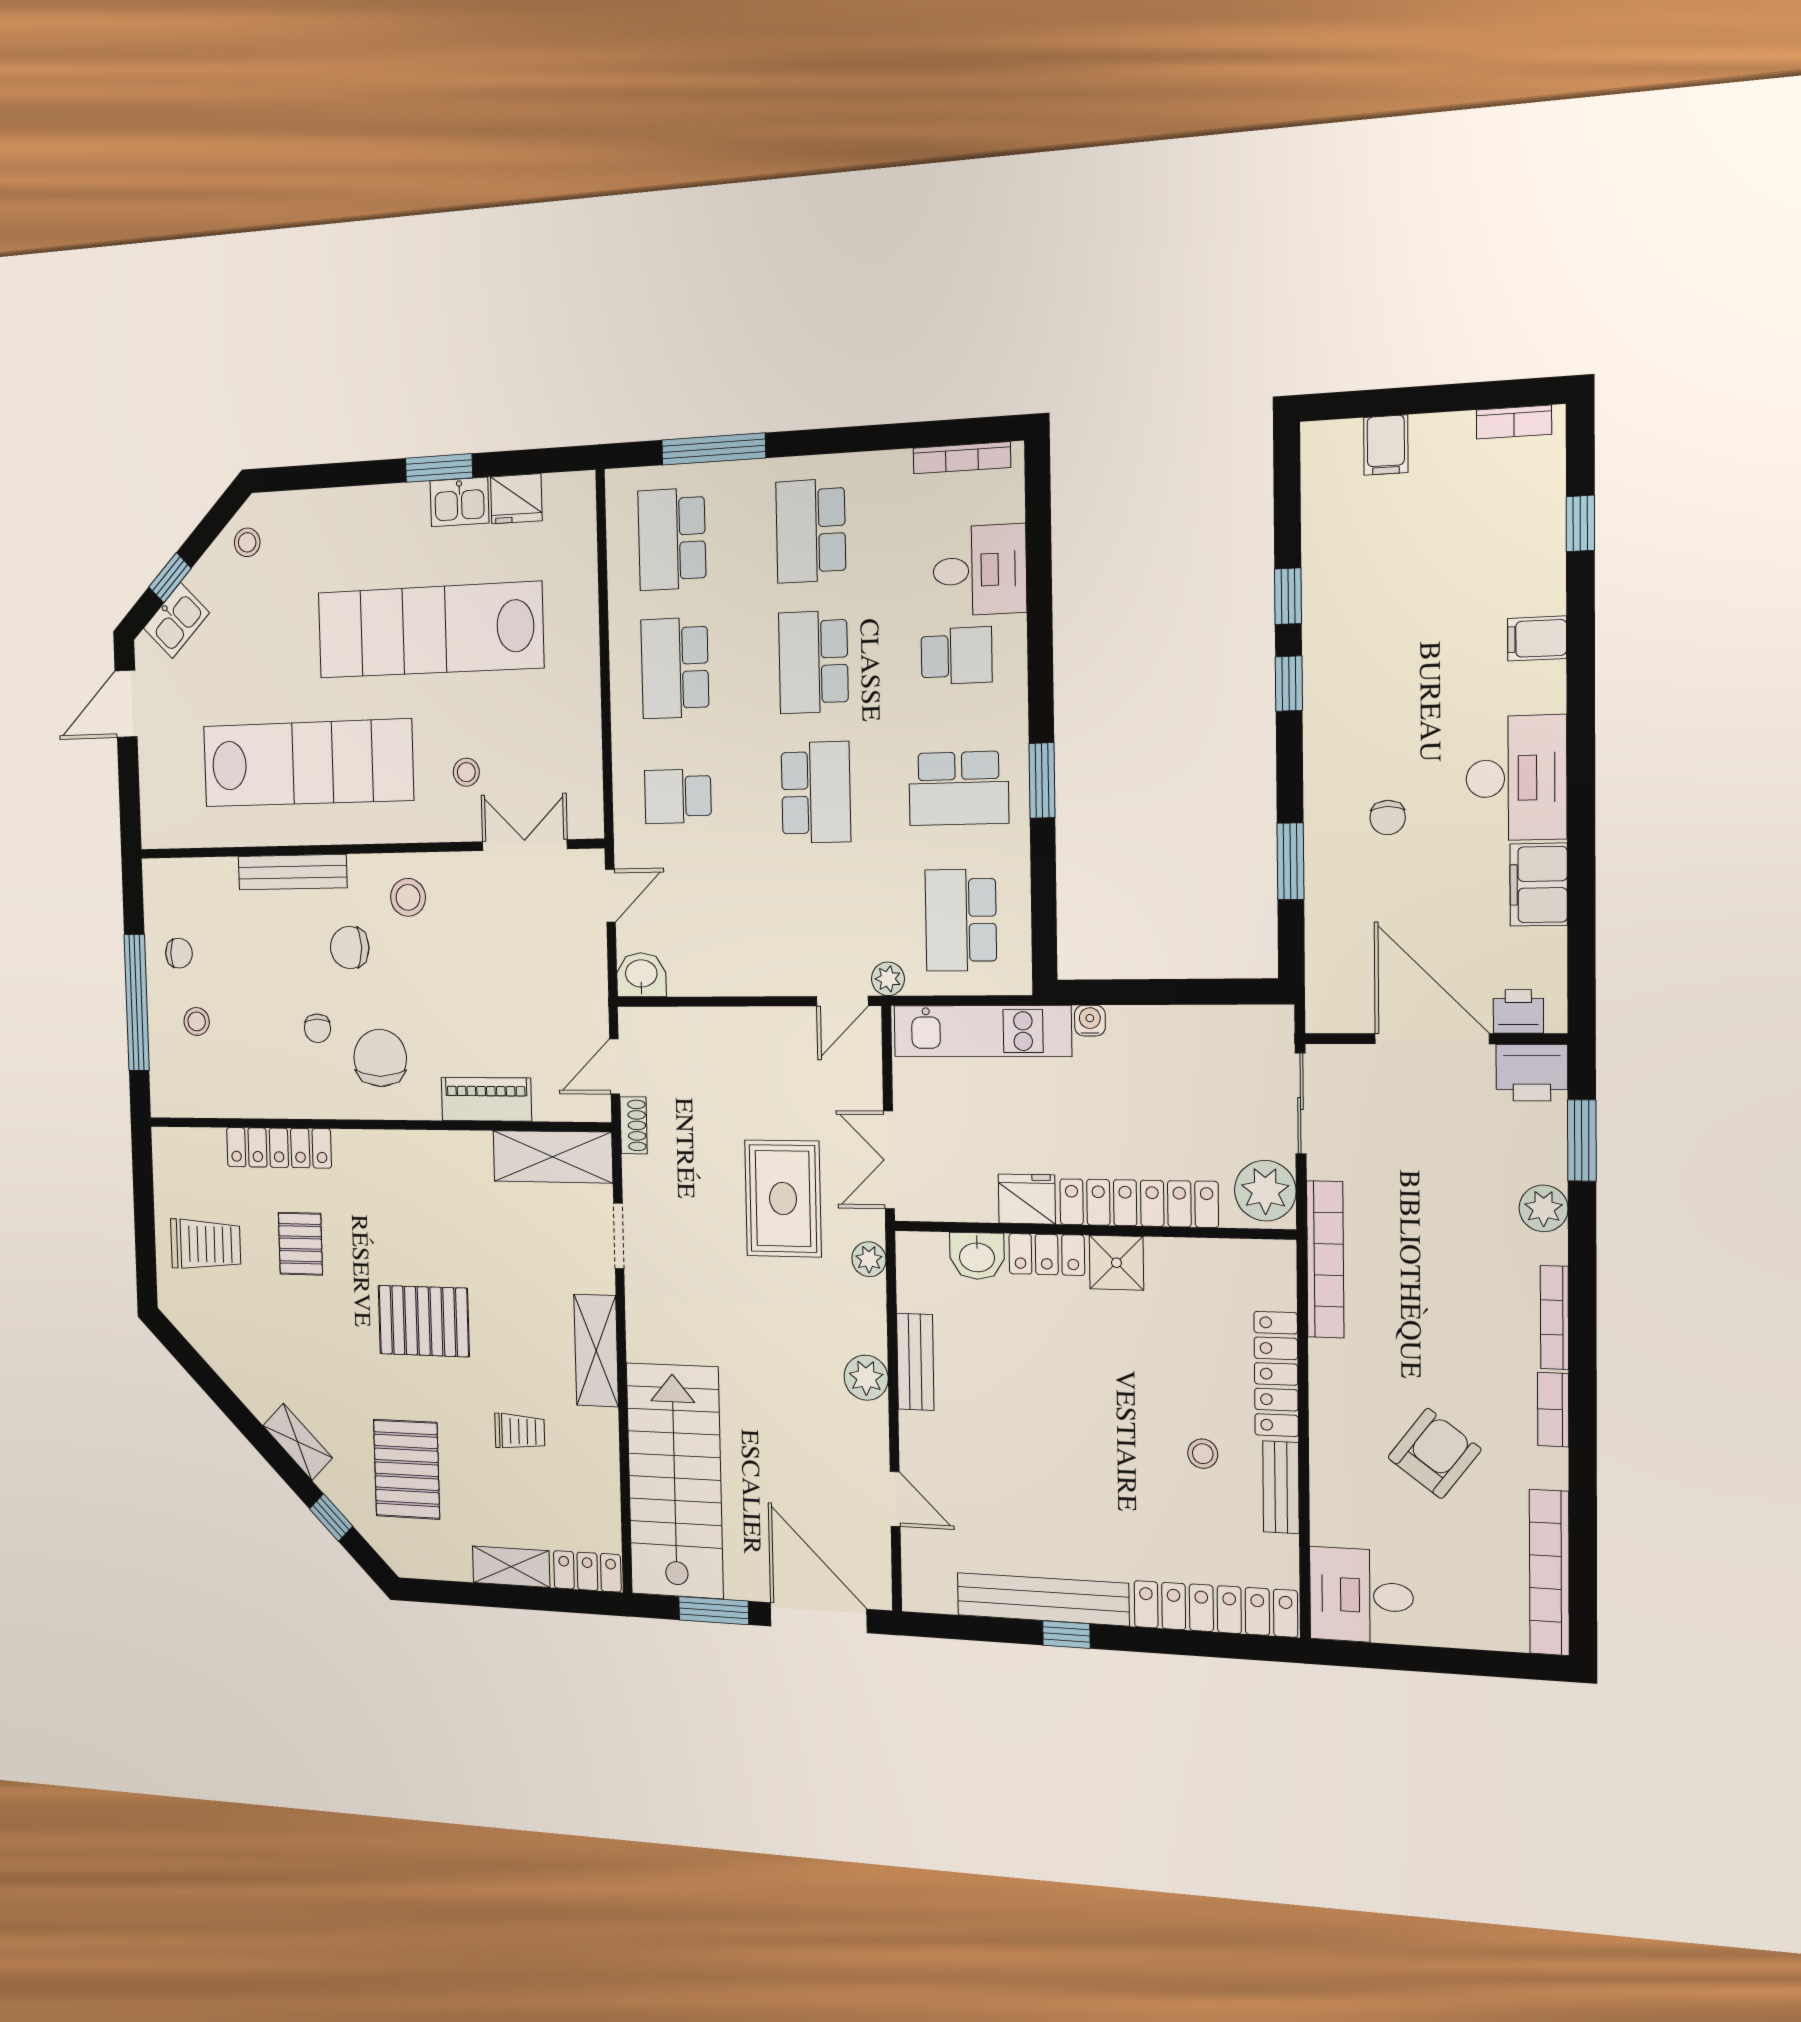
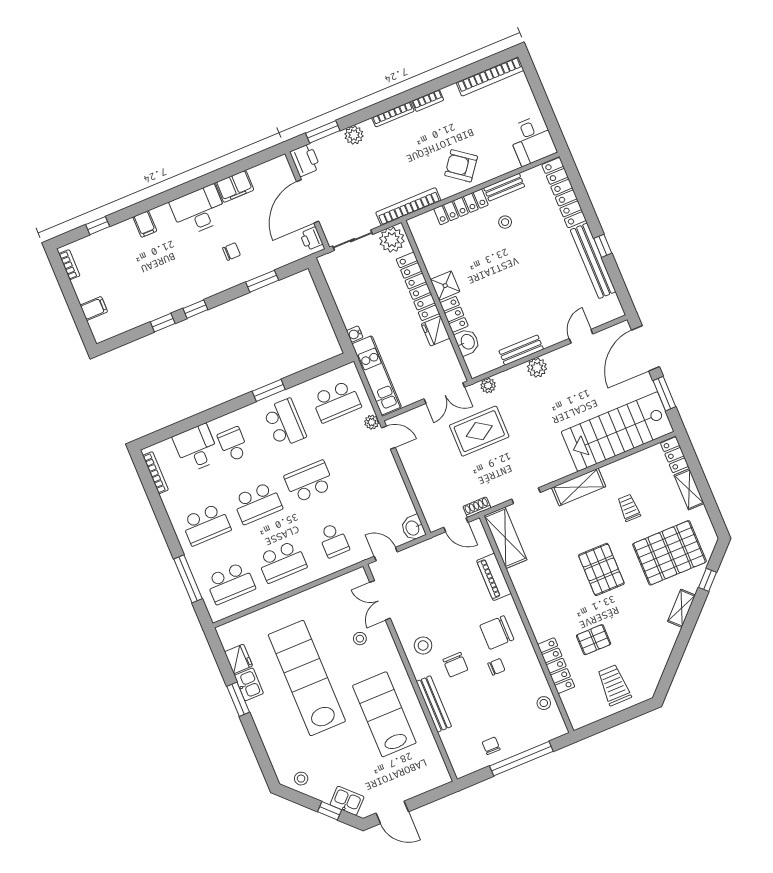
lab bench: (430, 630) -> (307, 678), turned 180
lab bench: (308, 763) -> (384, 714), width x0.73
printer: (1518, 1011) -> (311, 239), moved
stool: (197, 1021) -> (544, 703), moved
armchair: (1435, 1453) -> (461, 166), moved
pallet: (407, 1469) -> (669, 553), width x1.37, depth x1.41

